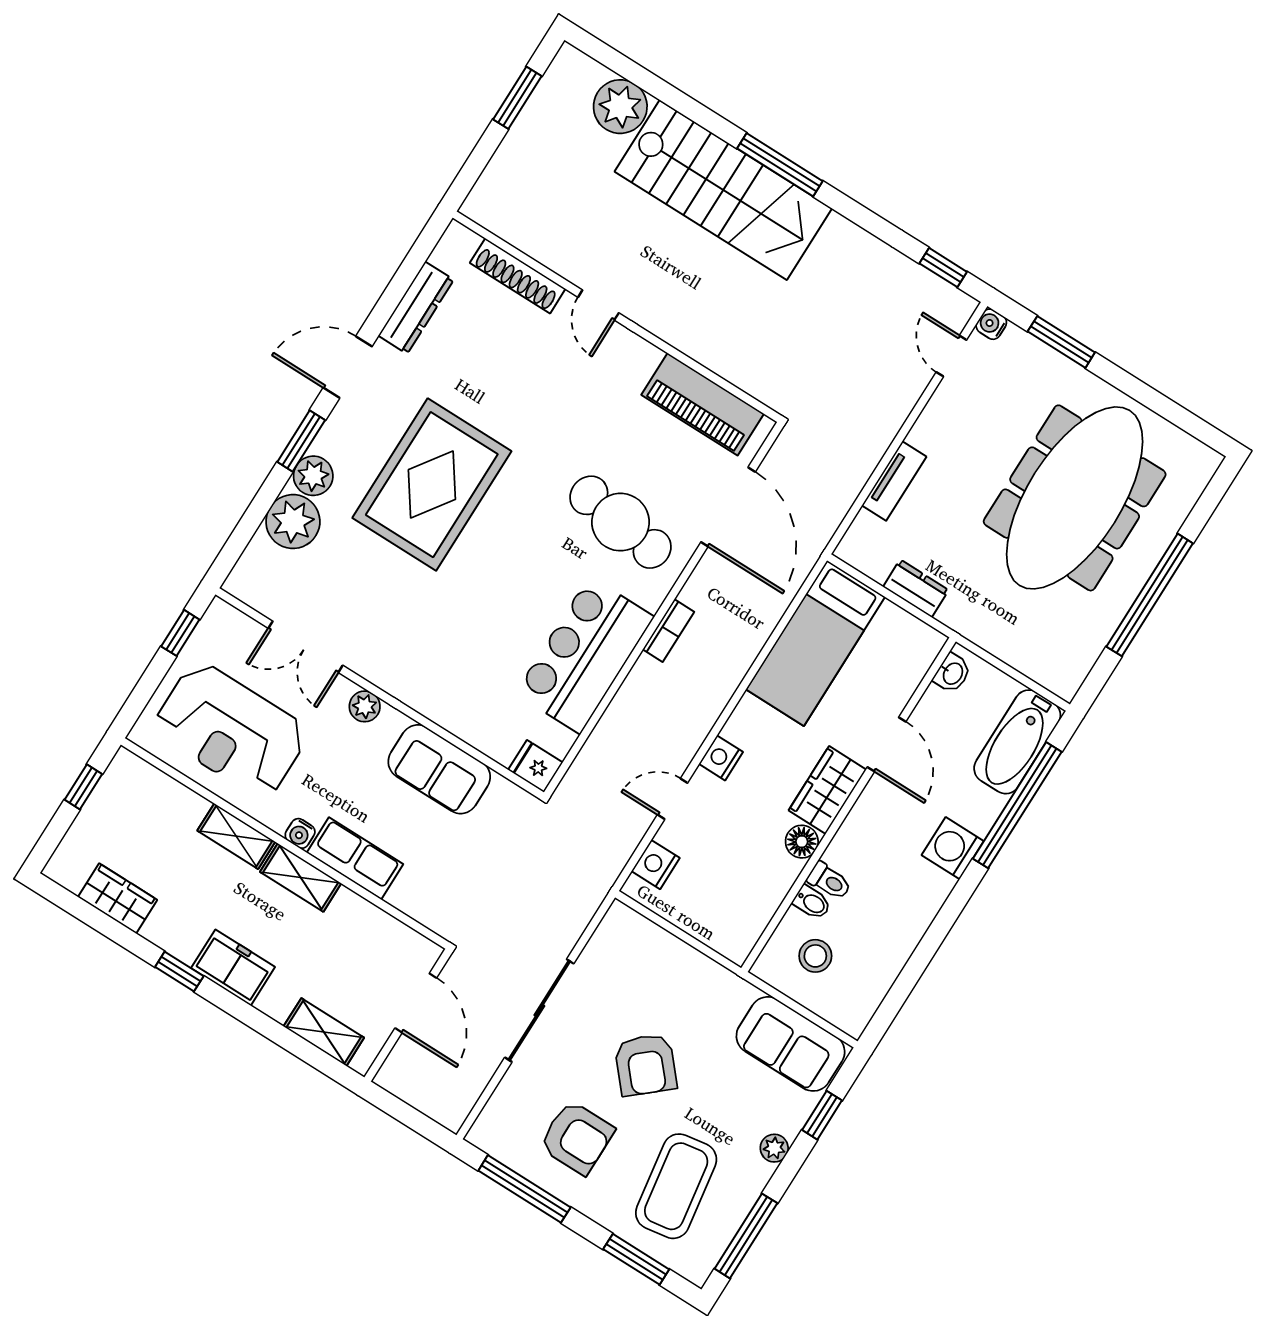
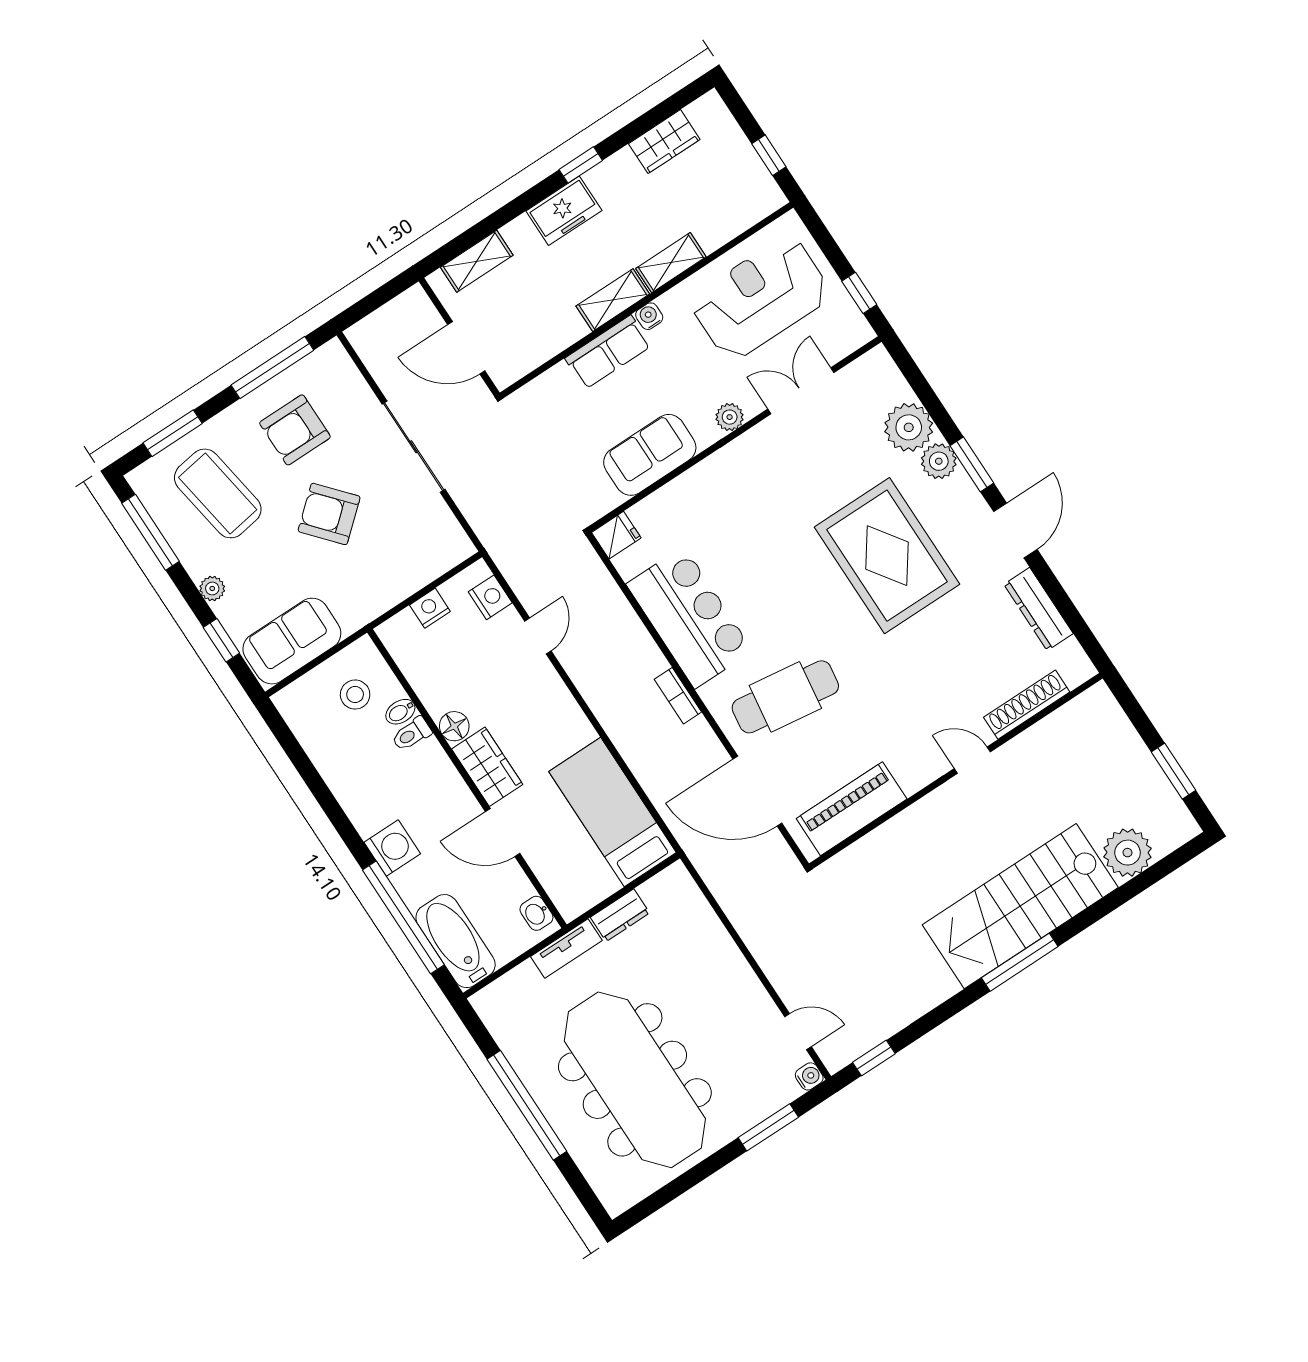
tv unit: (894, 481) -> (566, 948), moved, turned -90
nightstand: (721, 758) -> (430, 608), moved, turned -90

